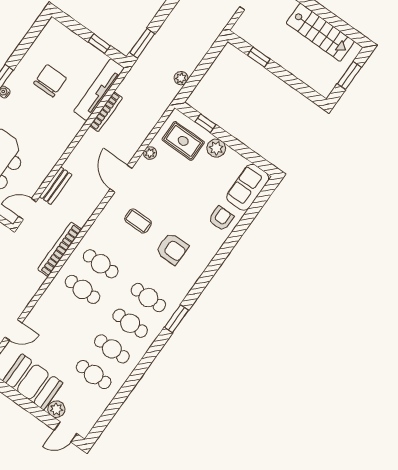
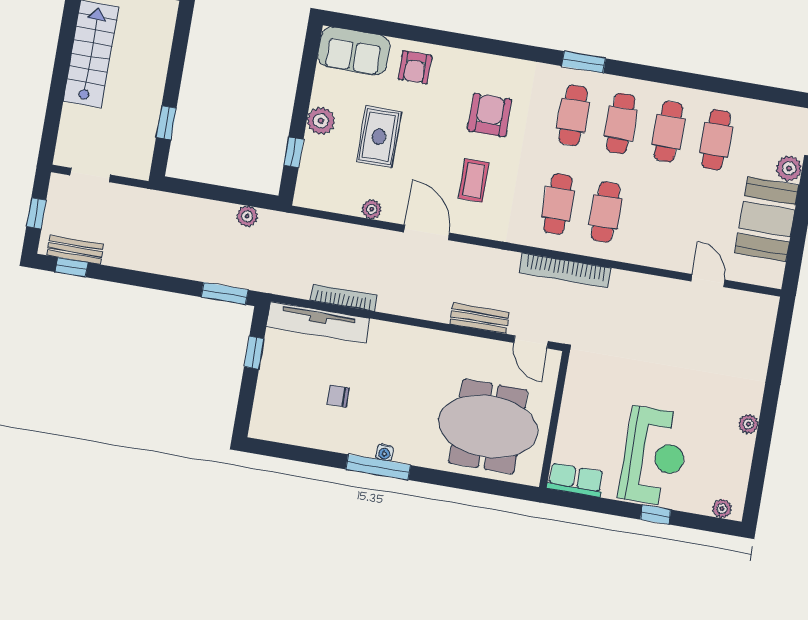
chair: (50, 81) -> (338, 396), width x0.54, depth x0.54
rug: (183, 141) -> (379, 137), moved
door: (121, 179) -> (427, 232), swing flipped
armchair: (221, 218) -> (415, 67), turned -90

